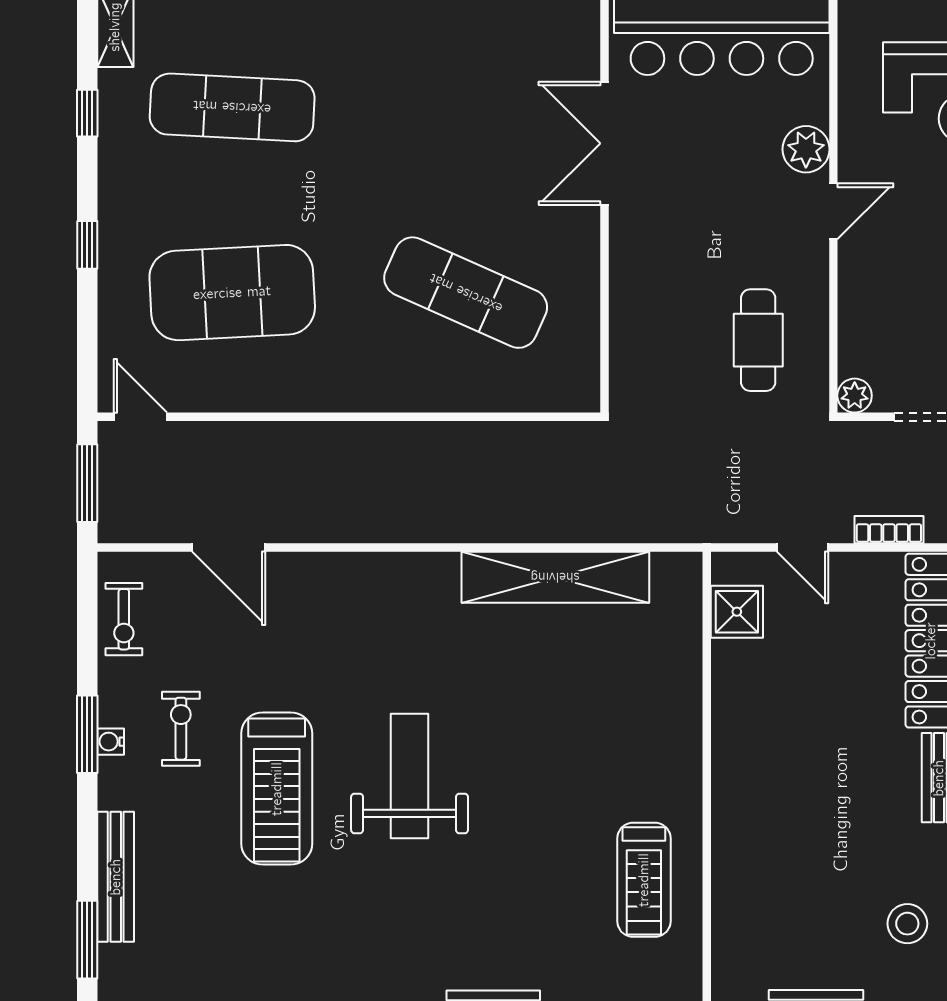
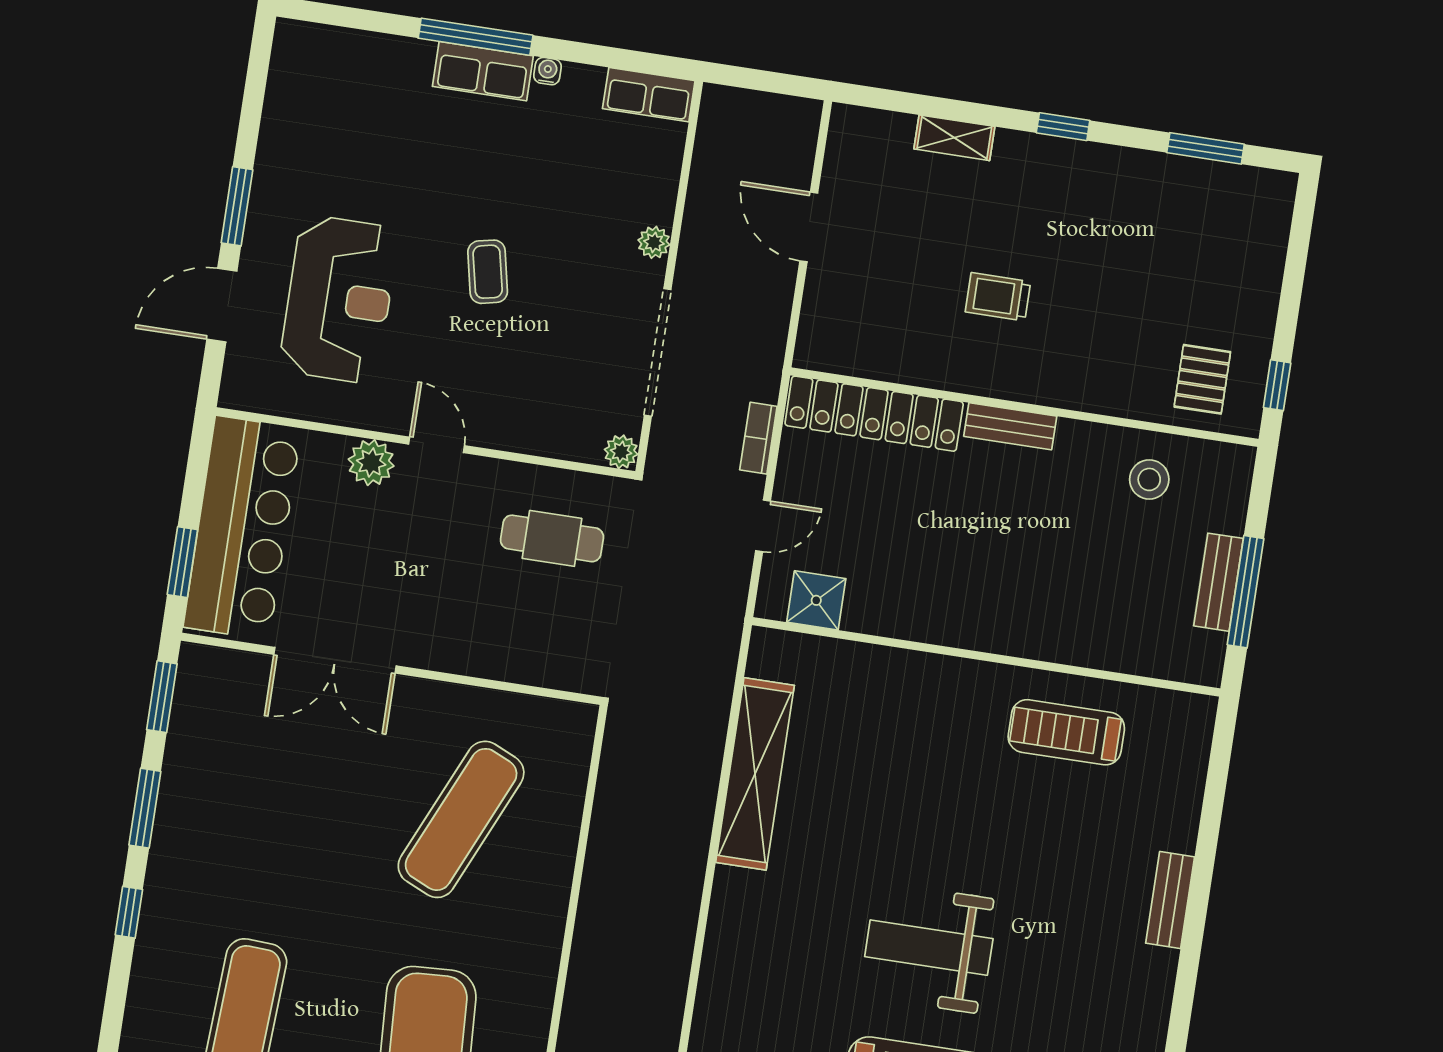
treadmill: (644, 880) -> (1066, 732), turned 180

